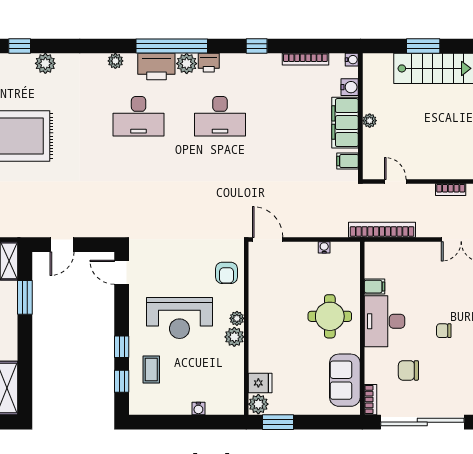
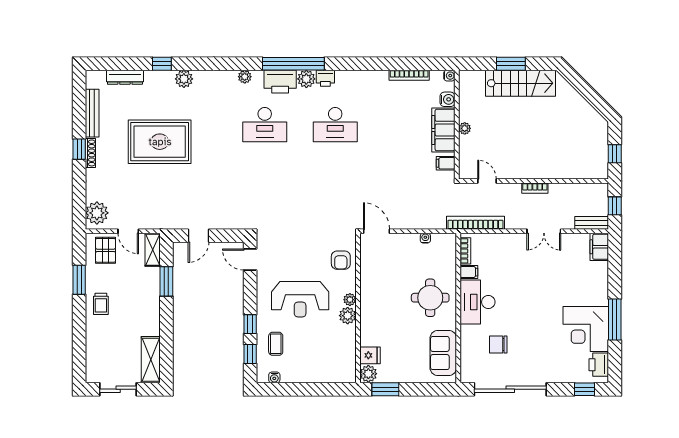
window: (257, 46) -> (367, 64), removed
chair: (444, 331) -> (529, 310), removed
bookcase: (370, 400) -> (465, 251), moved
water cooler: (198, 408) -> (274, 377), moved

